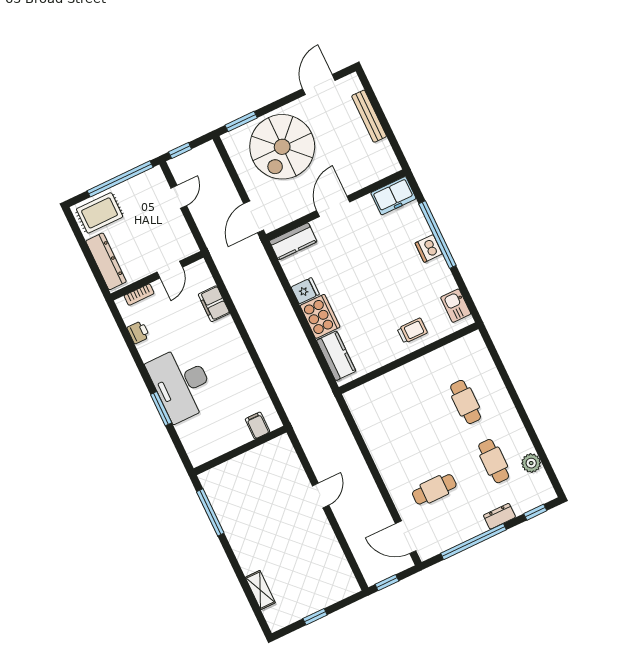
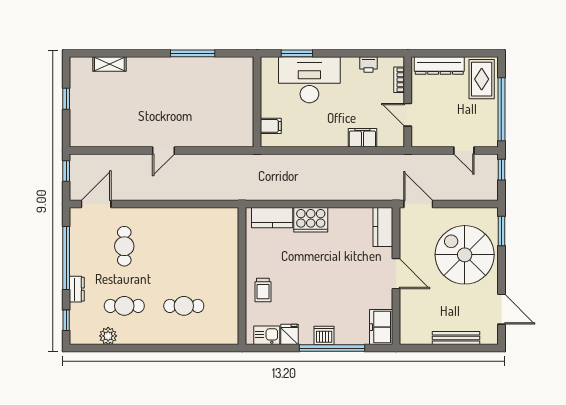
fridge: (305, 291) -> (290, 334), moved, turned 180
filing cabinet: (257, 425) -> (271, 126), moved
wall: (240, 450) -> (257, 102), moved
door: (321, 495) -> (163, 150), hinge flipped

